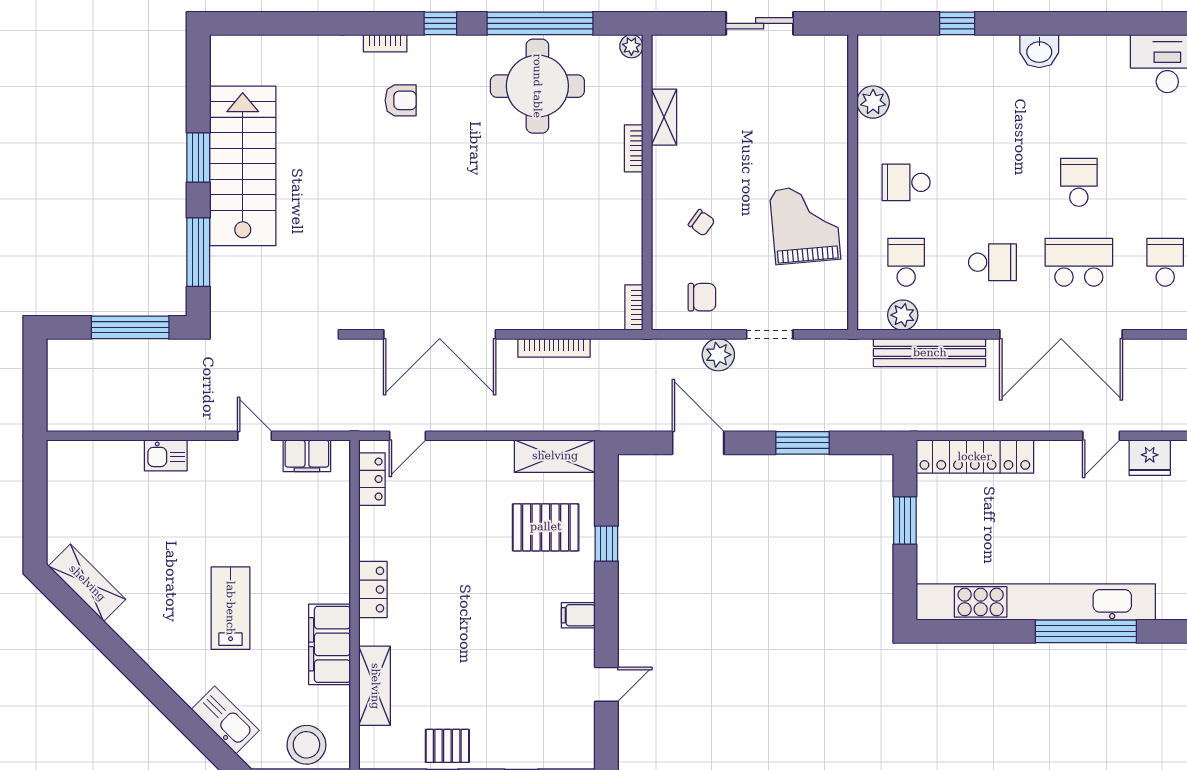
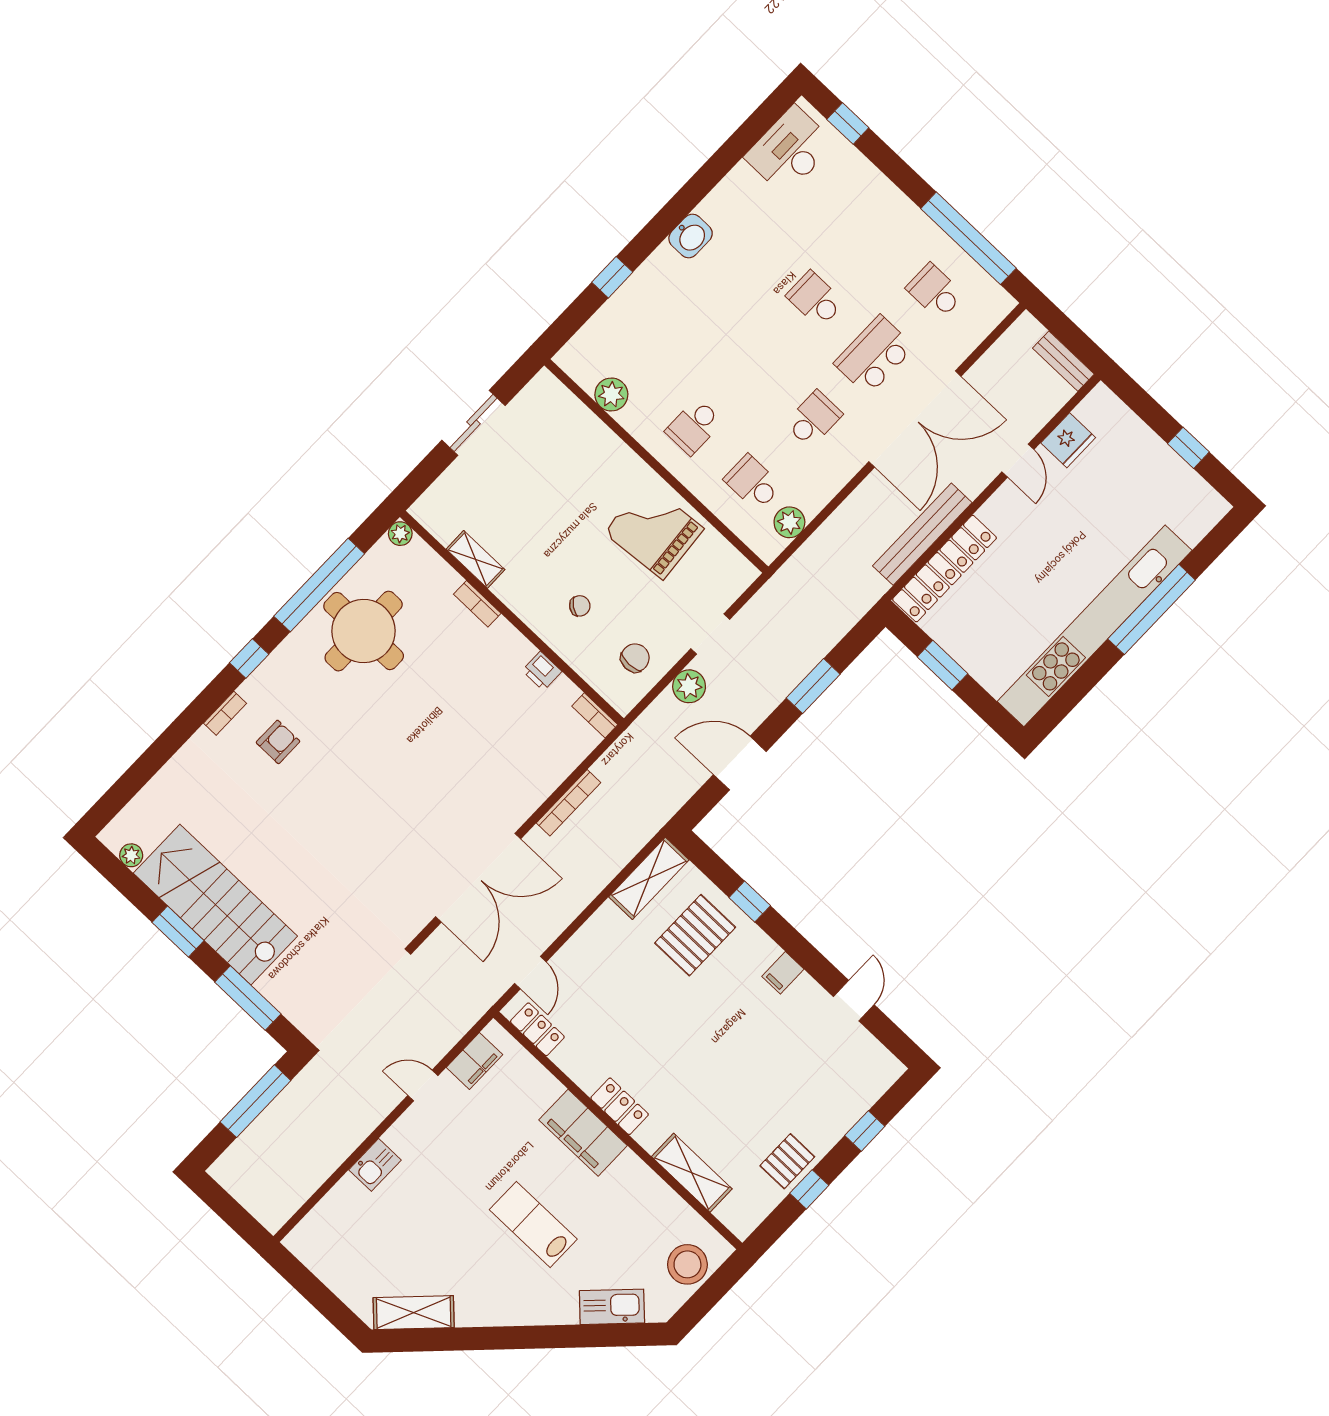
plant: (221, 73) -> (131, 855), added
printer: (630, 240) -> (542, 671), added
bench: (930, 353) -> (922, 534), moved
filing cabinet: (329, 644) -> (583, 1133), moved

